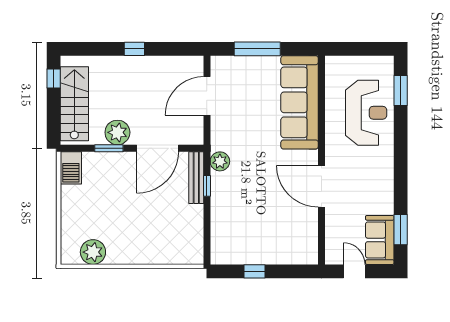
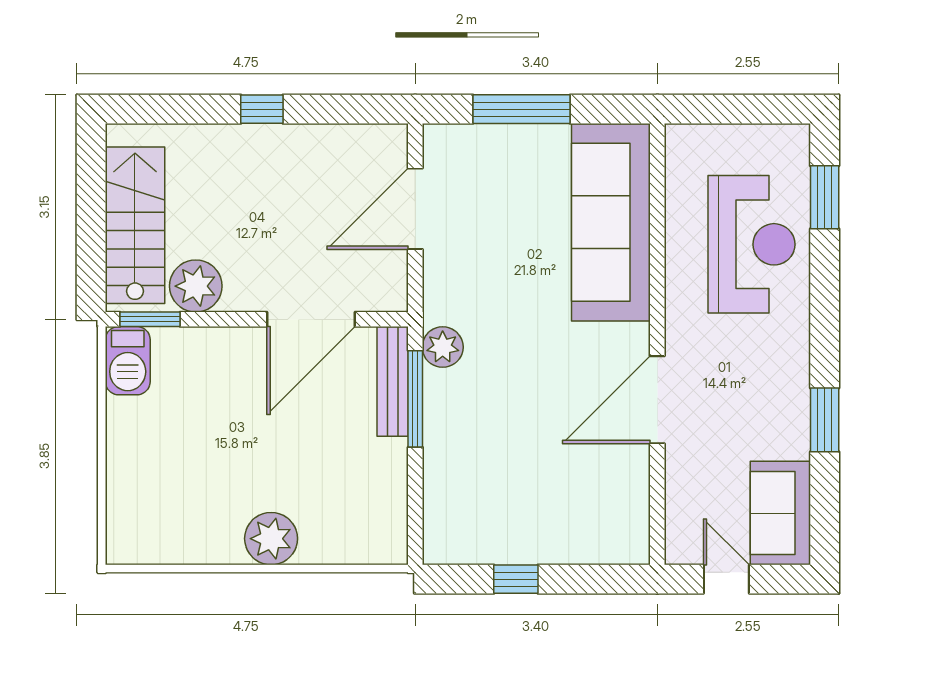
window: (54, 78) -> (91, 172), removed
plant: (117, 132) -> (196, 286), moved
window: (109, 148) -> (150, 319), moved
window: (207, 186) -> (415, 399), width x2.17
door: (322, 186) -> (657, 400), hinge flipped
window: (401, 230) -> (825, 420), moved
plant: (93, 252) -> (271, 539), moved

